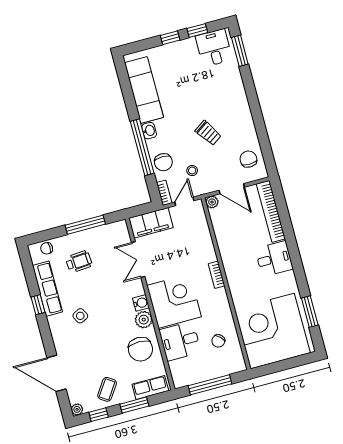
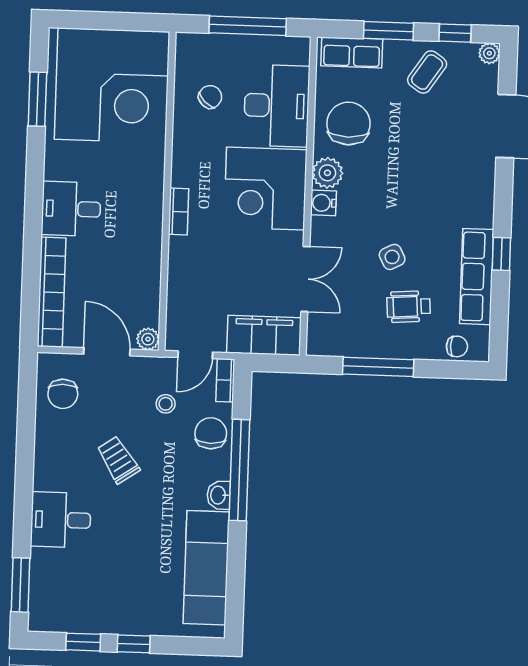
desk: (214, 48) -> (61, 520), moved, turned 90
side table: (80, 316) -> (392, 257), moved
desk: (180, 341) -> (277, 106), width x1.37

